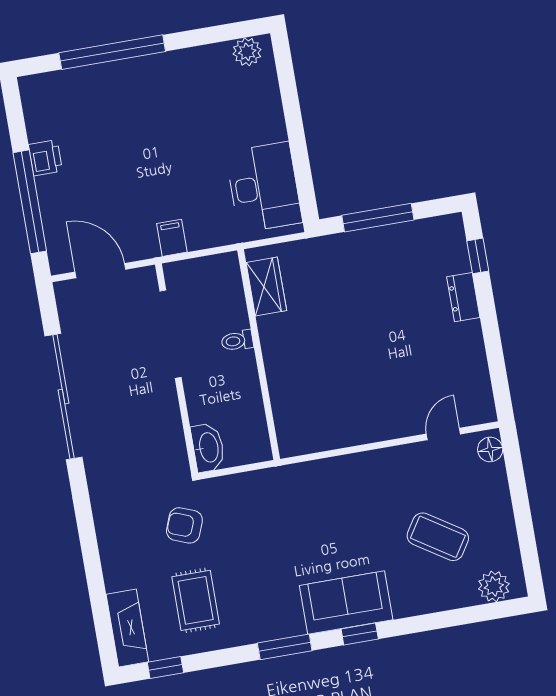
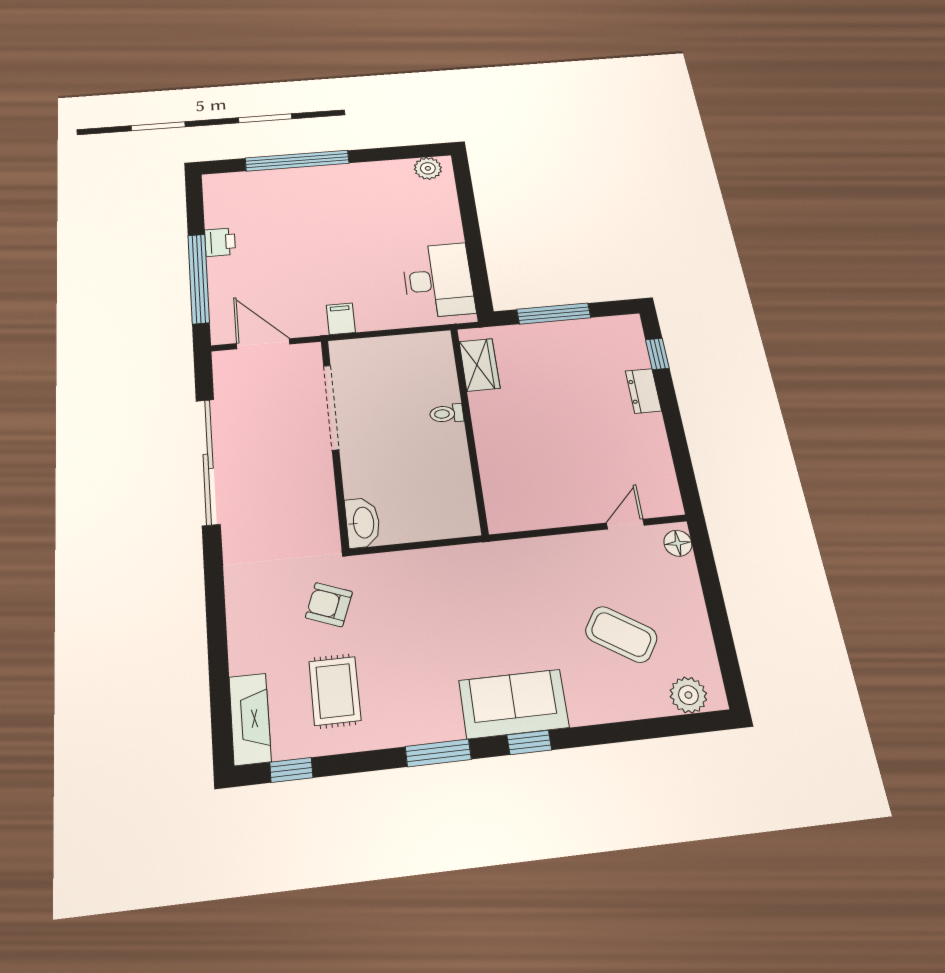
wardrobe: (266, 287) -> (479, 365), moved
toilet: (237, 341) -> (447, 414), moved
wall: (259, 355) -> (469, 428), moved

